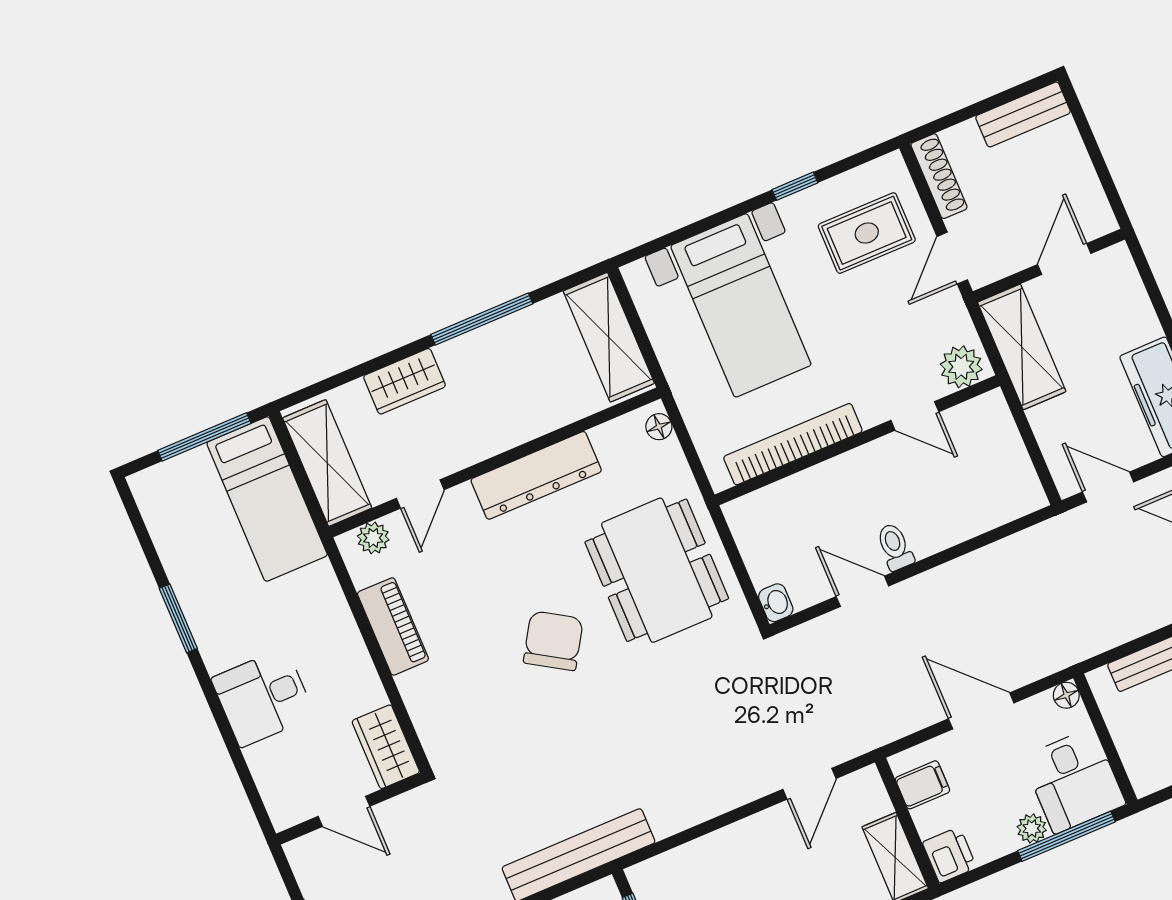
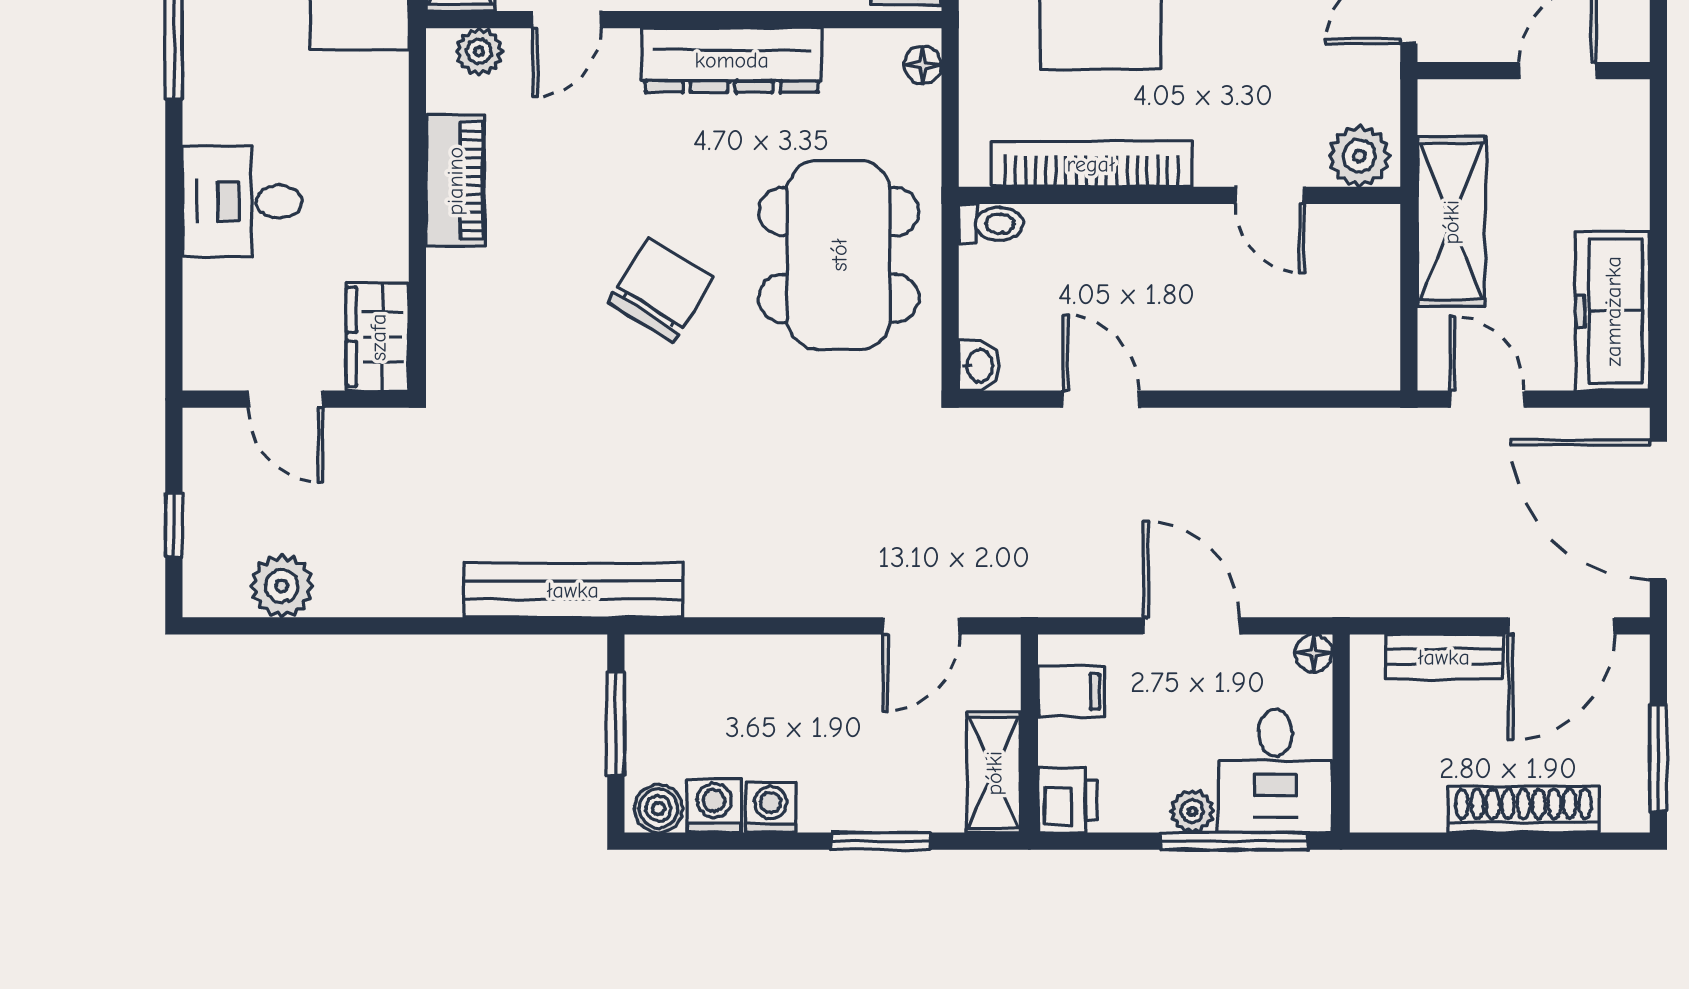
shelving: (1022, 347) -> (1451, 222), moved
toilet: (895, 547) -> (991, 224), moved, turned 90

